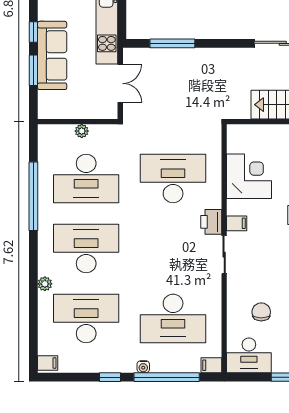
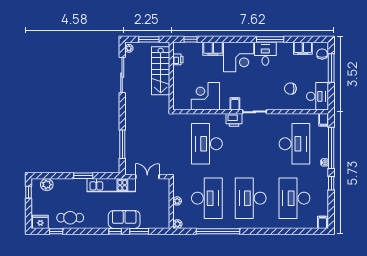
sofa: (52, 55) -> (124, 219), width x0.73
plant: (45, 284) -> (177, 224), moved

